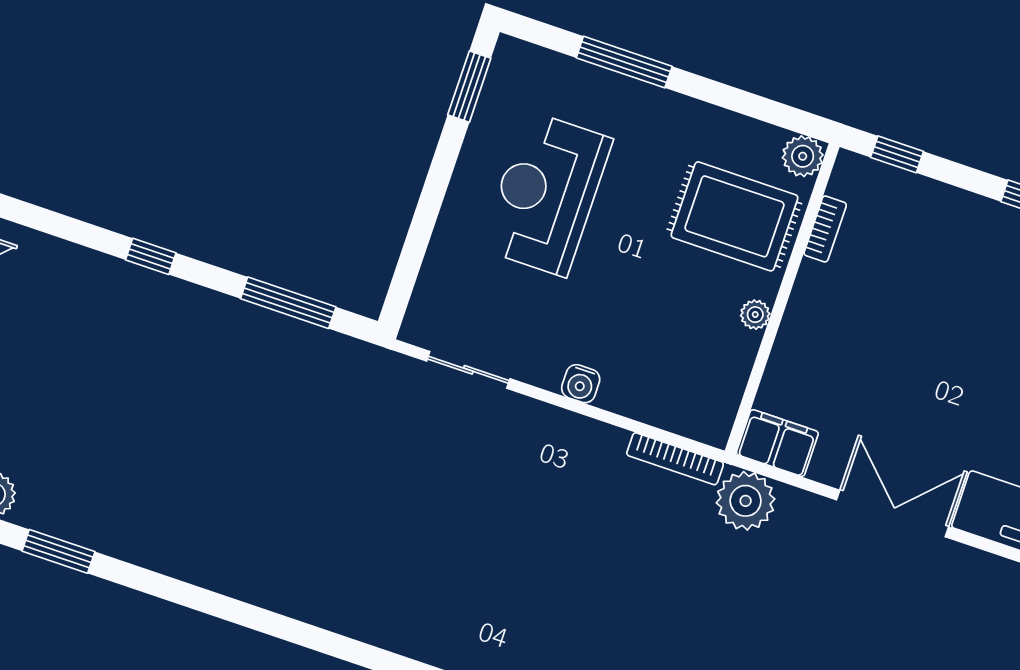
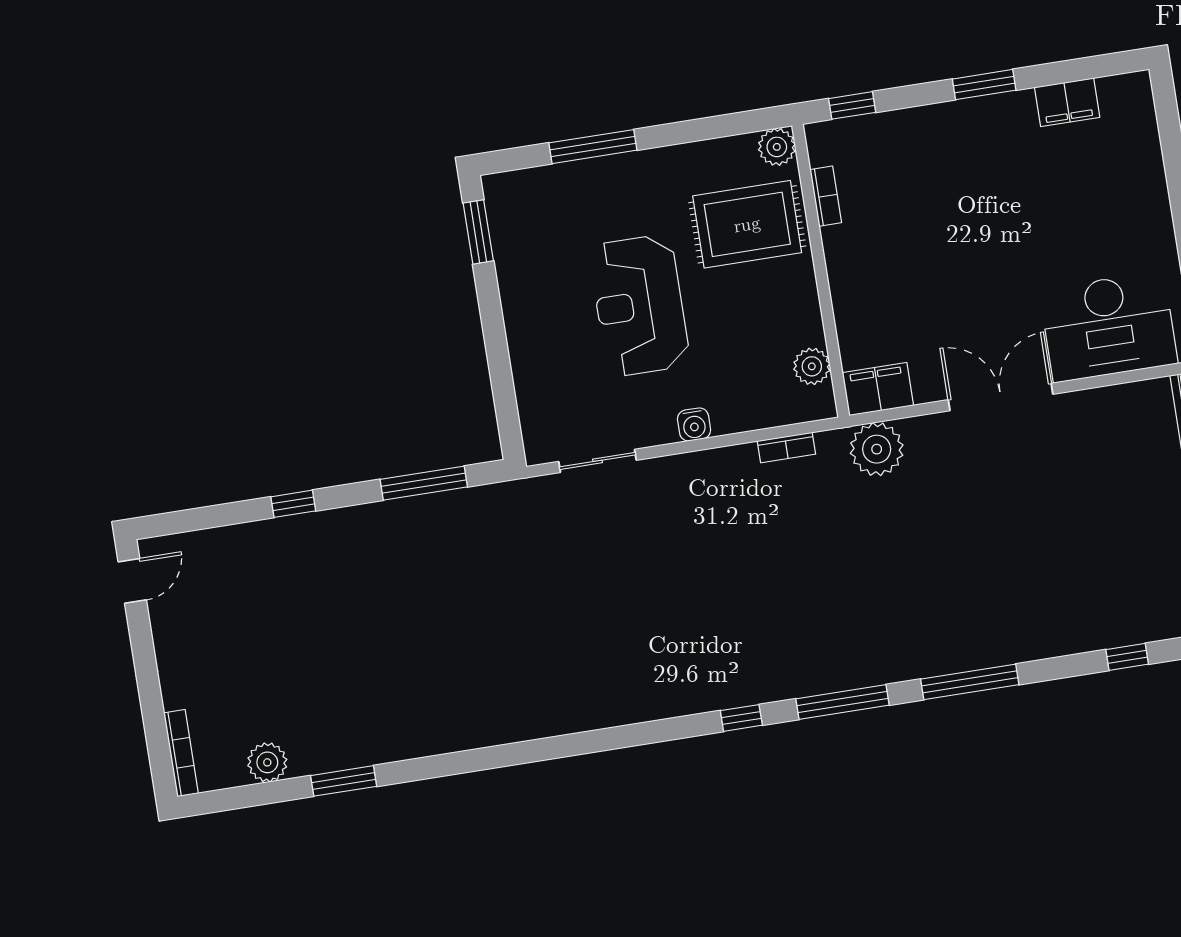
reception desk: (546, 194) -> (639, 305), moved
plant: (755, 315) -> (812, 366), moved, width x1.38, depth x1.38
bookcase: (675, 459) -> (786, 448), width x0.64

